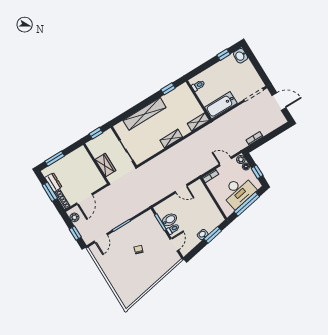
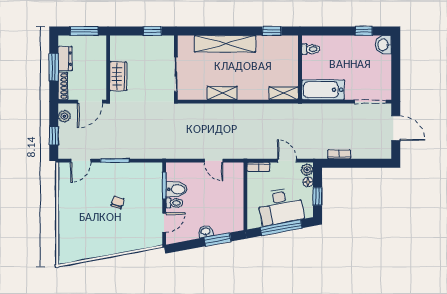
shelving: (171, 139) -> (222, 93), moved
wall: (96, 164) -> (108, 68), moved
wardrobe: (105, 165) -> (118, 76), moved

